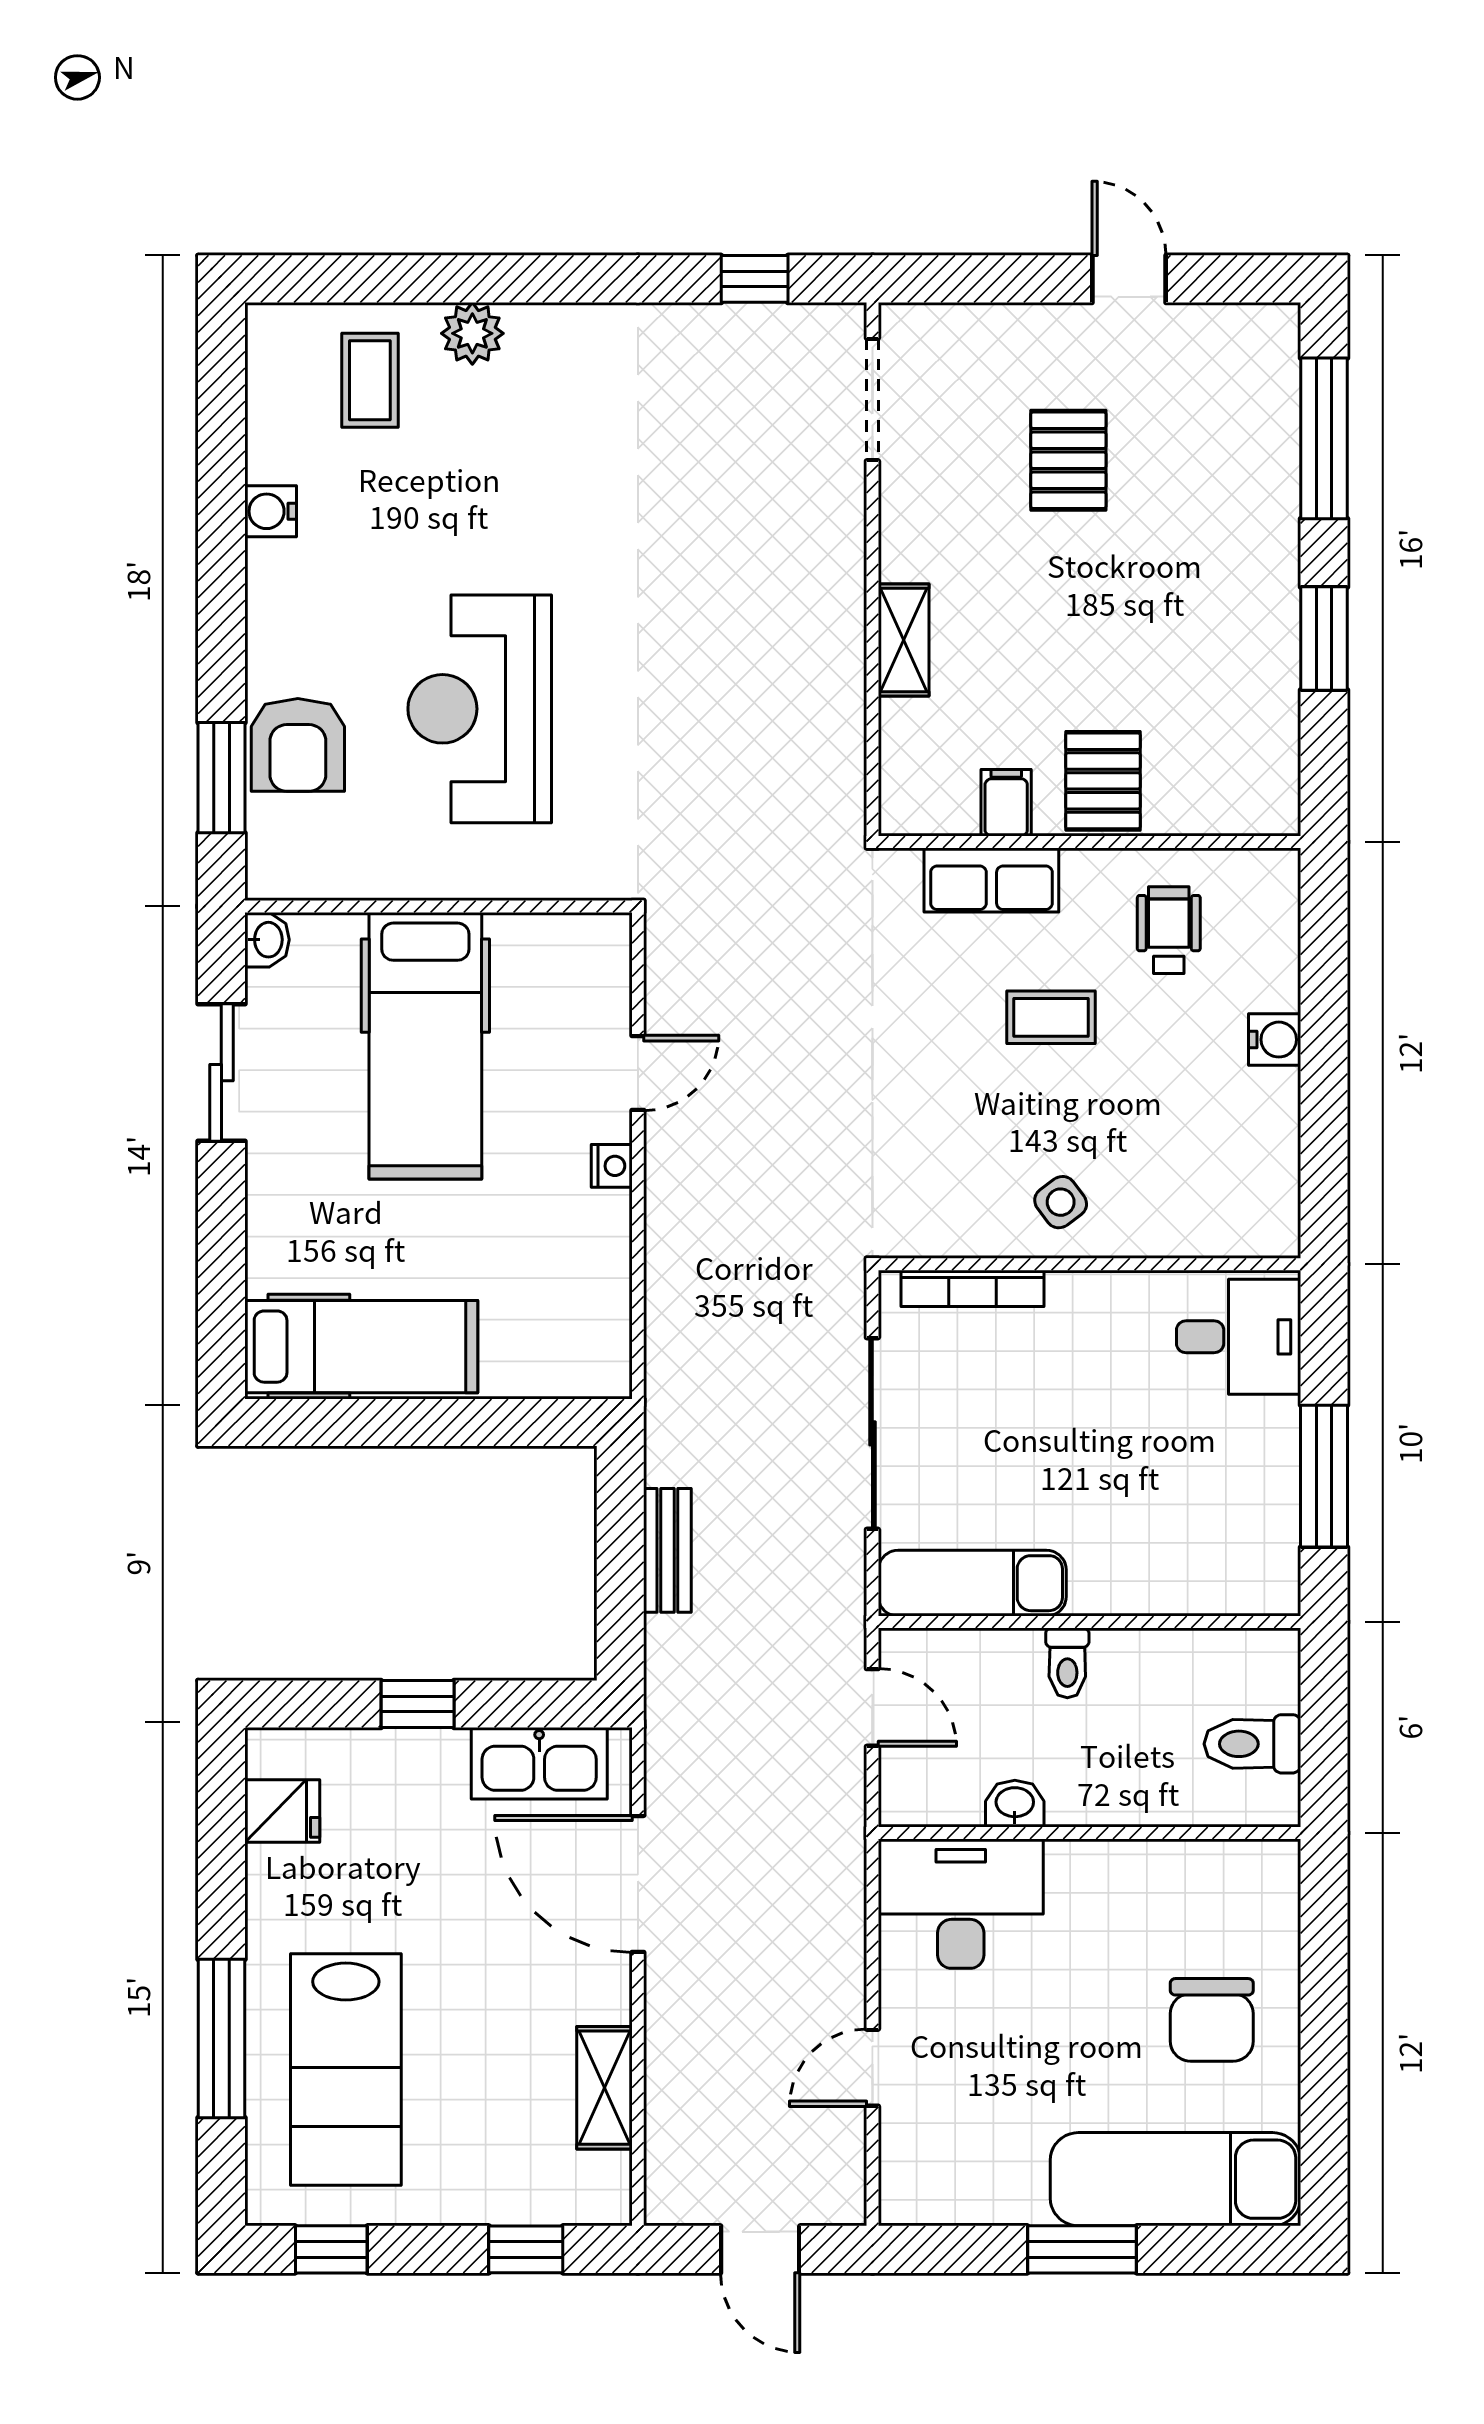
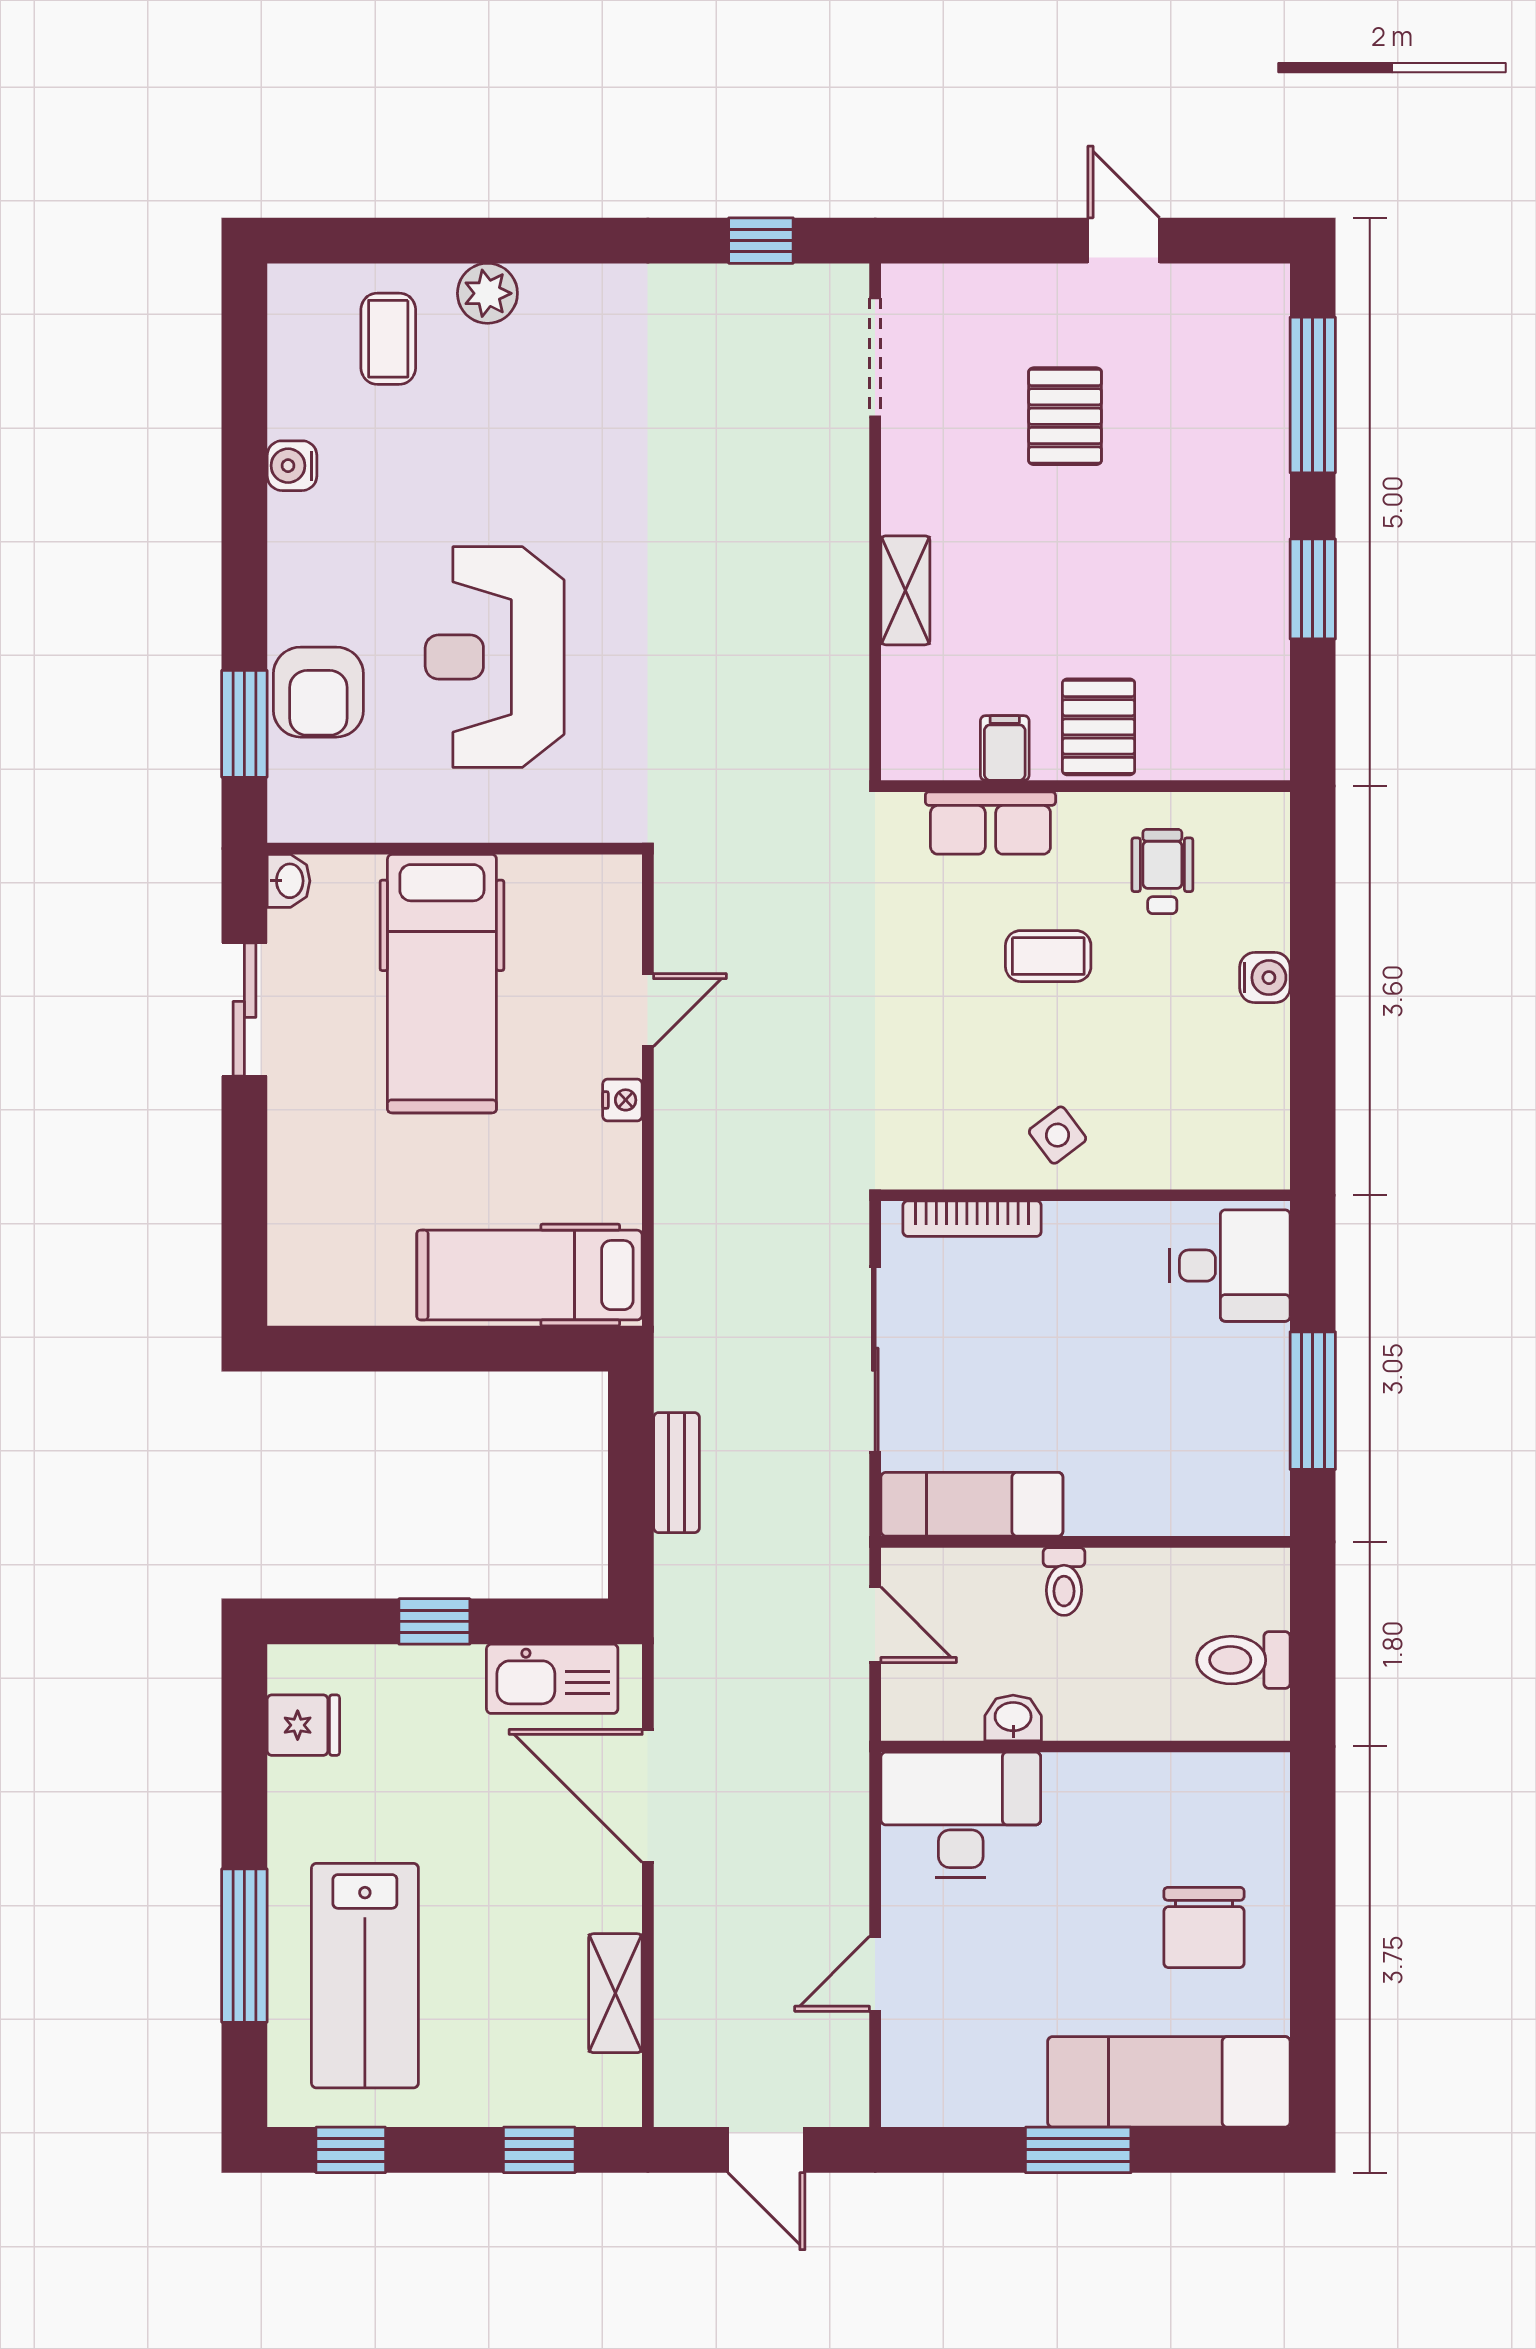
hospital bed: (361, 1347) -> (529, 1275), moved, turned 180

